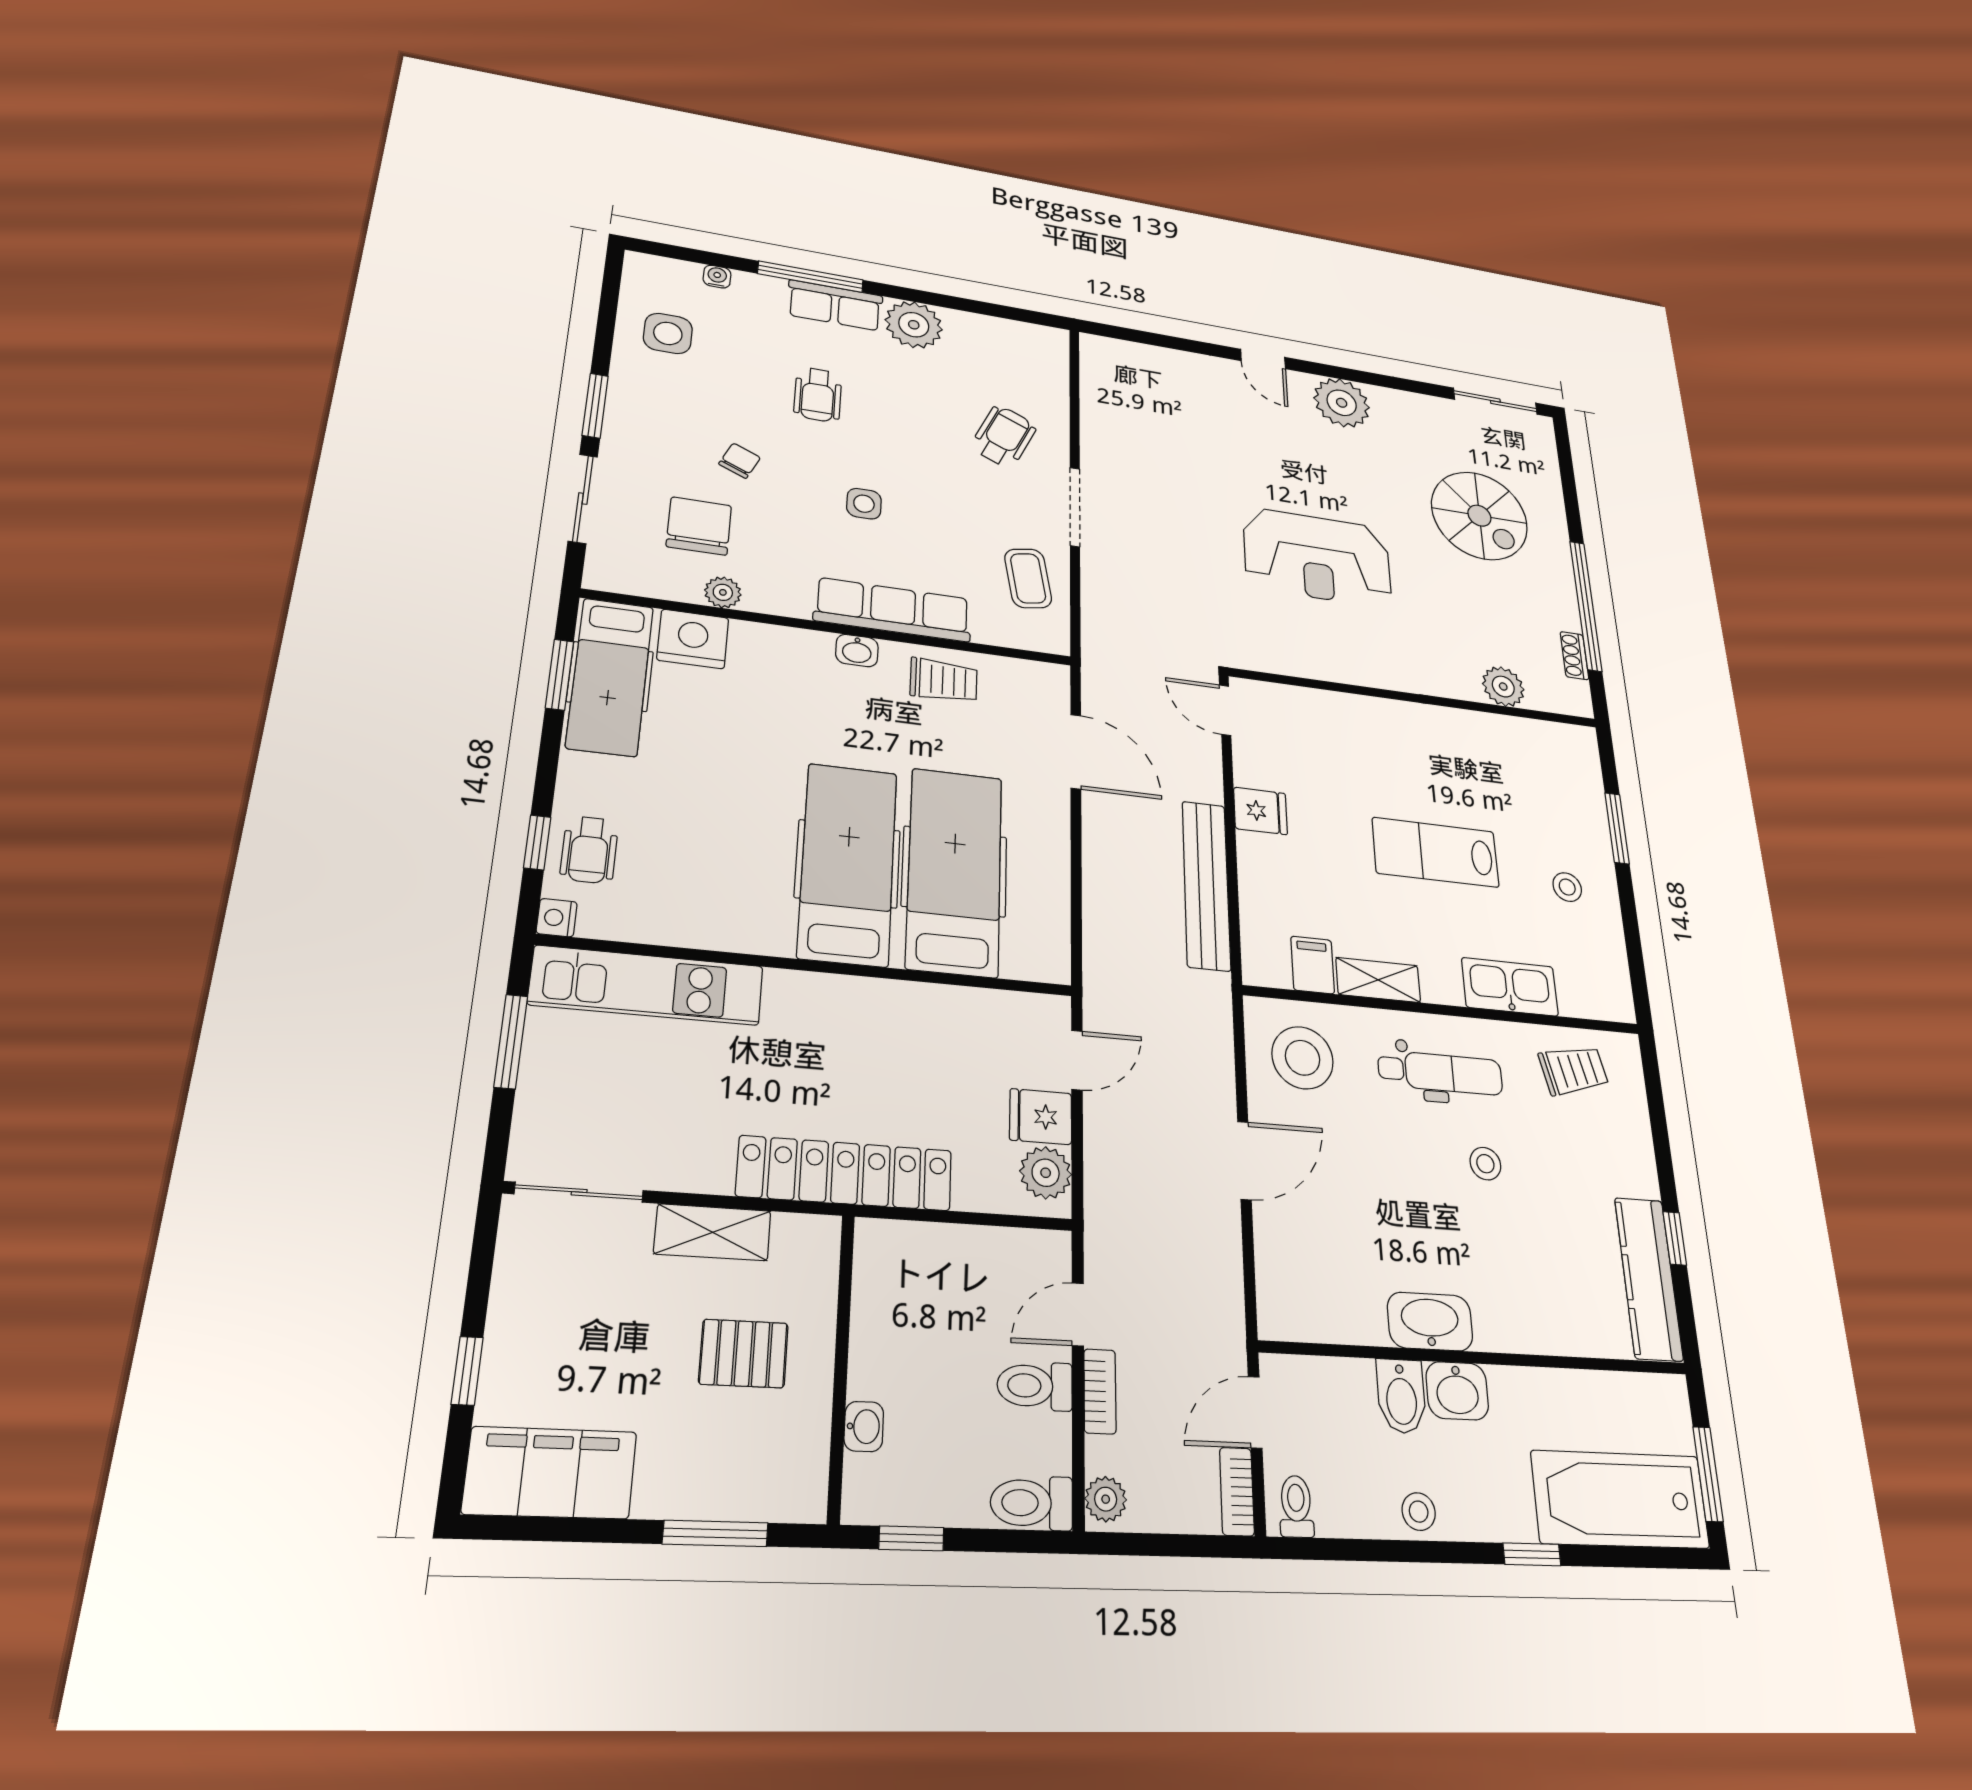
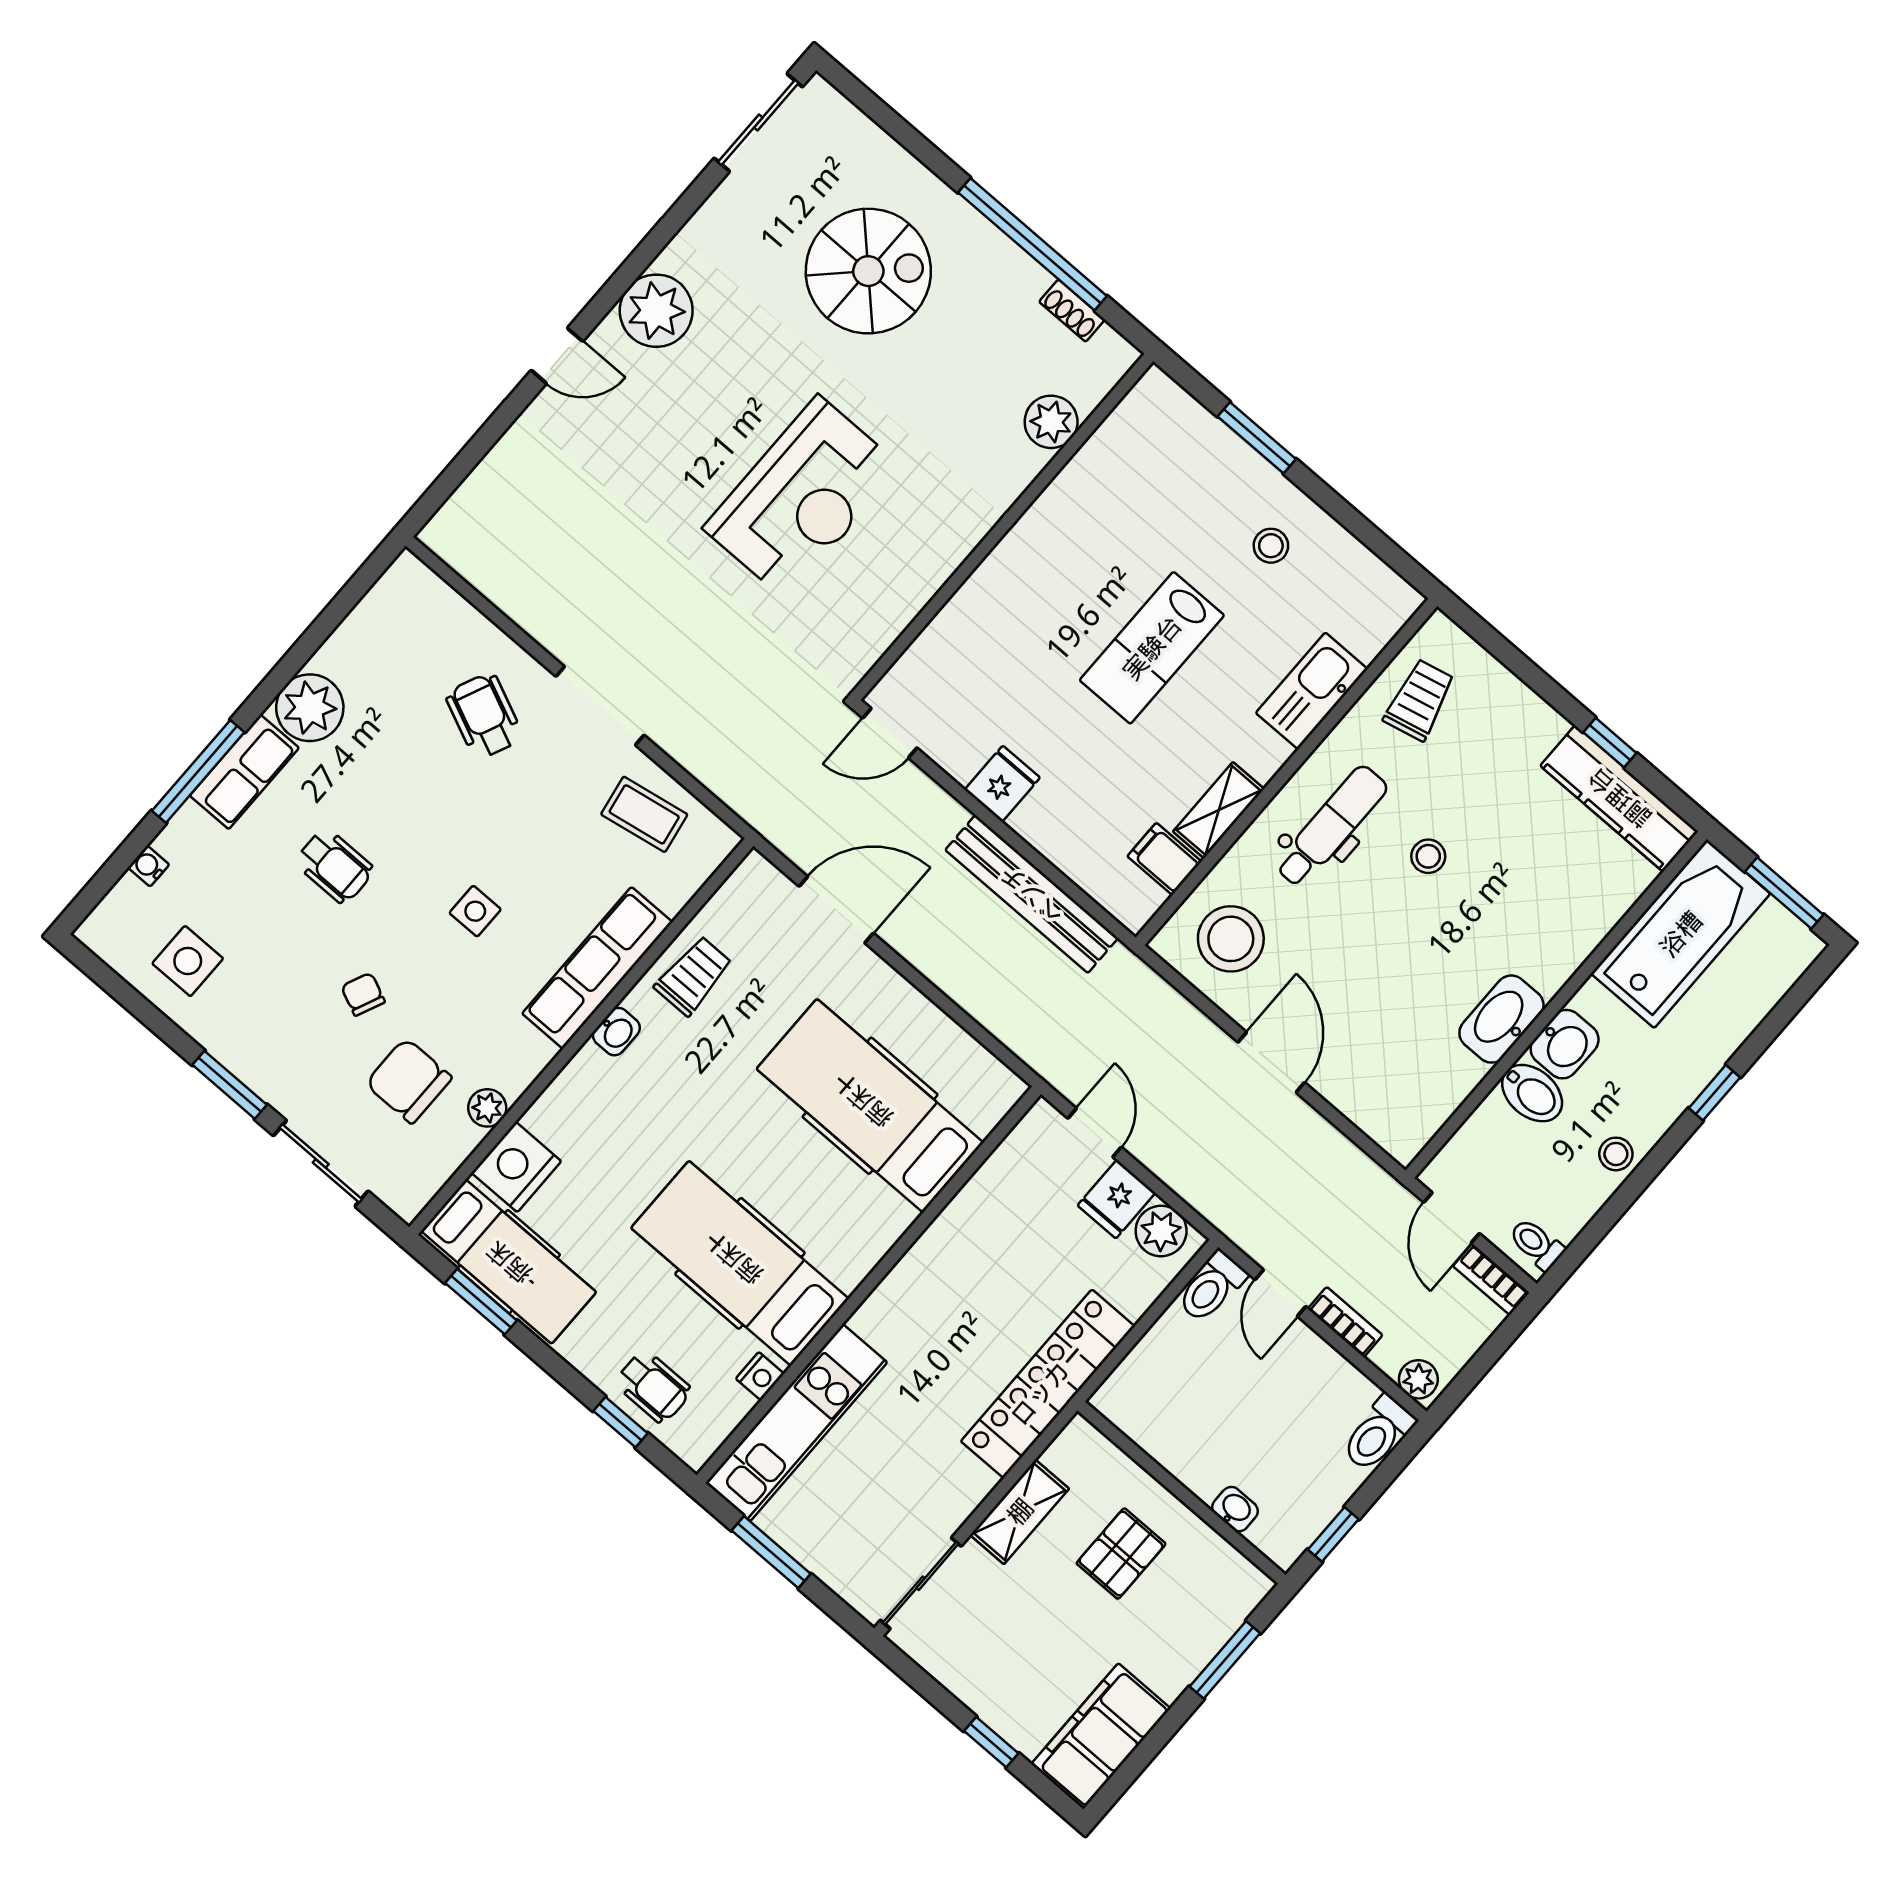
hospital bed: (848, 864) -> (740, 1263), moved
nightstand: (557, 918) -> (760, 1376), moved, turned -90
toilet: (1035, 1386) -> (1212, 1287), moved
bathtub: (1620, 1499) -> (1681, 934), moved, turned 180

